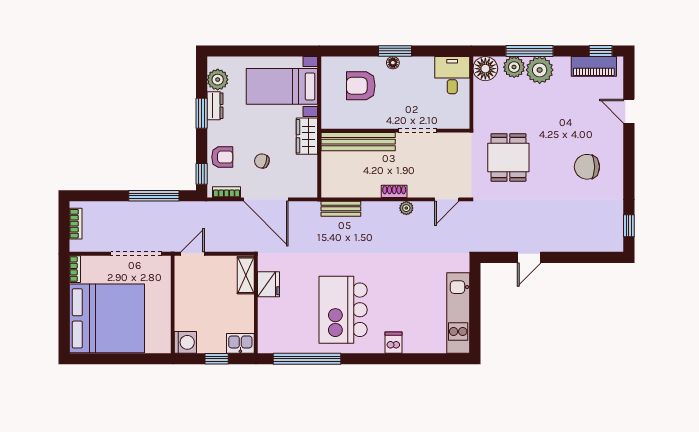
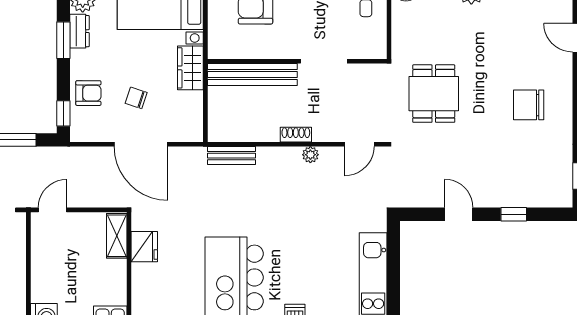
bookcase: (226, 192) -> (93, 135), removed
door: (529, 257) -> (459, 214), swing flipped
window: (575, 257) -> (514, 214), added

